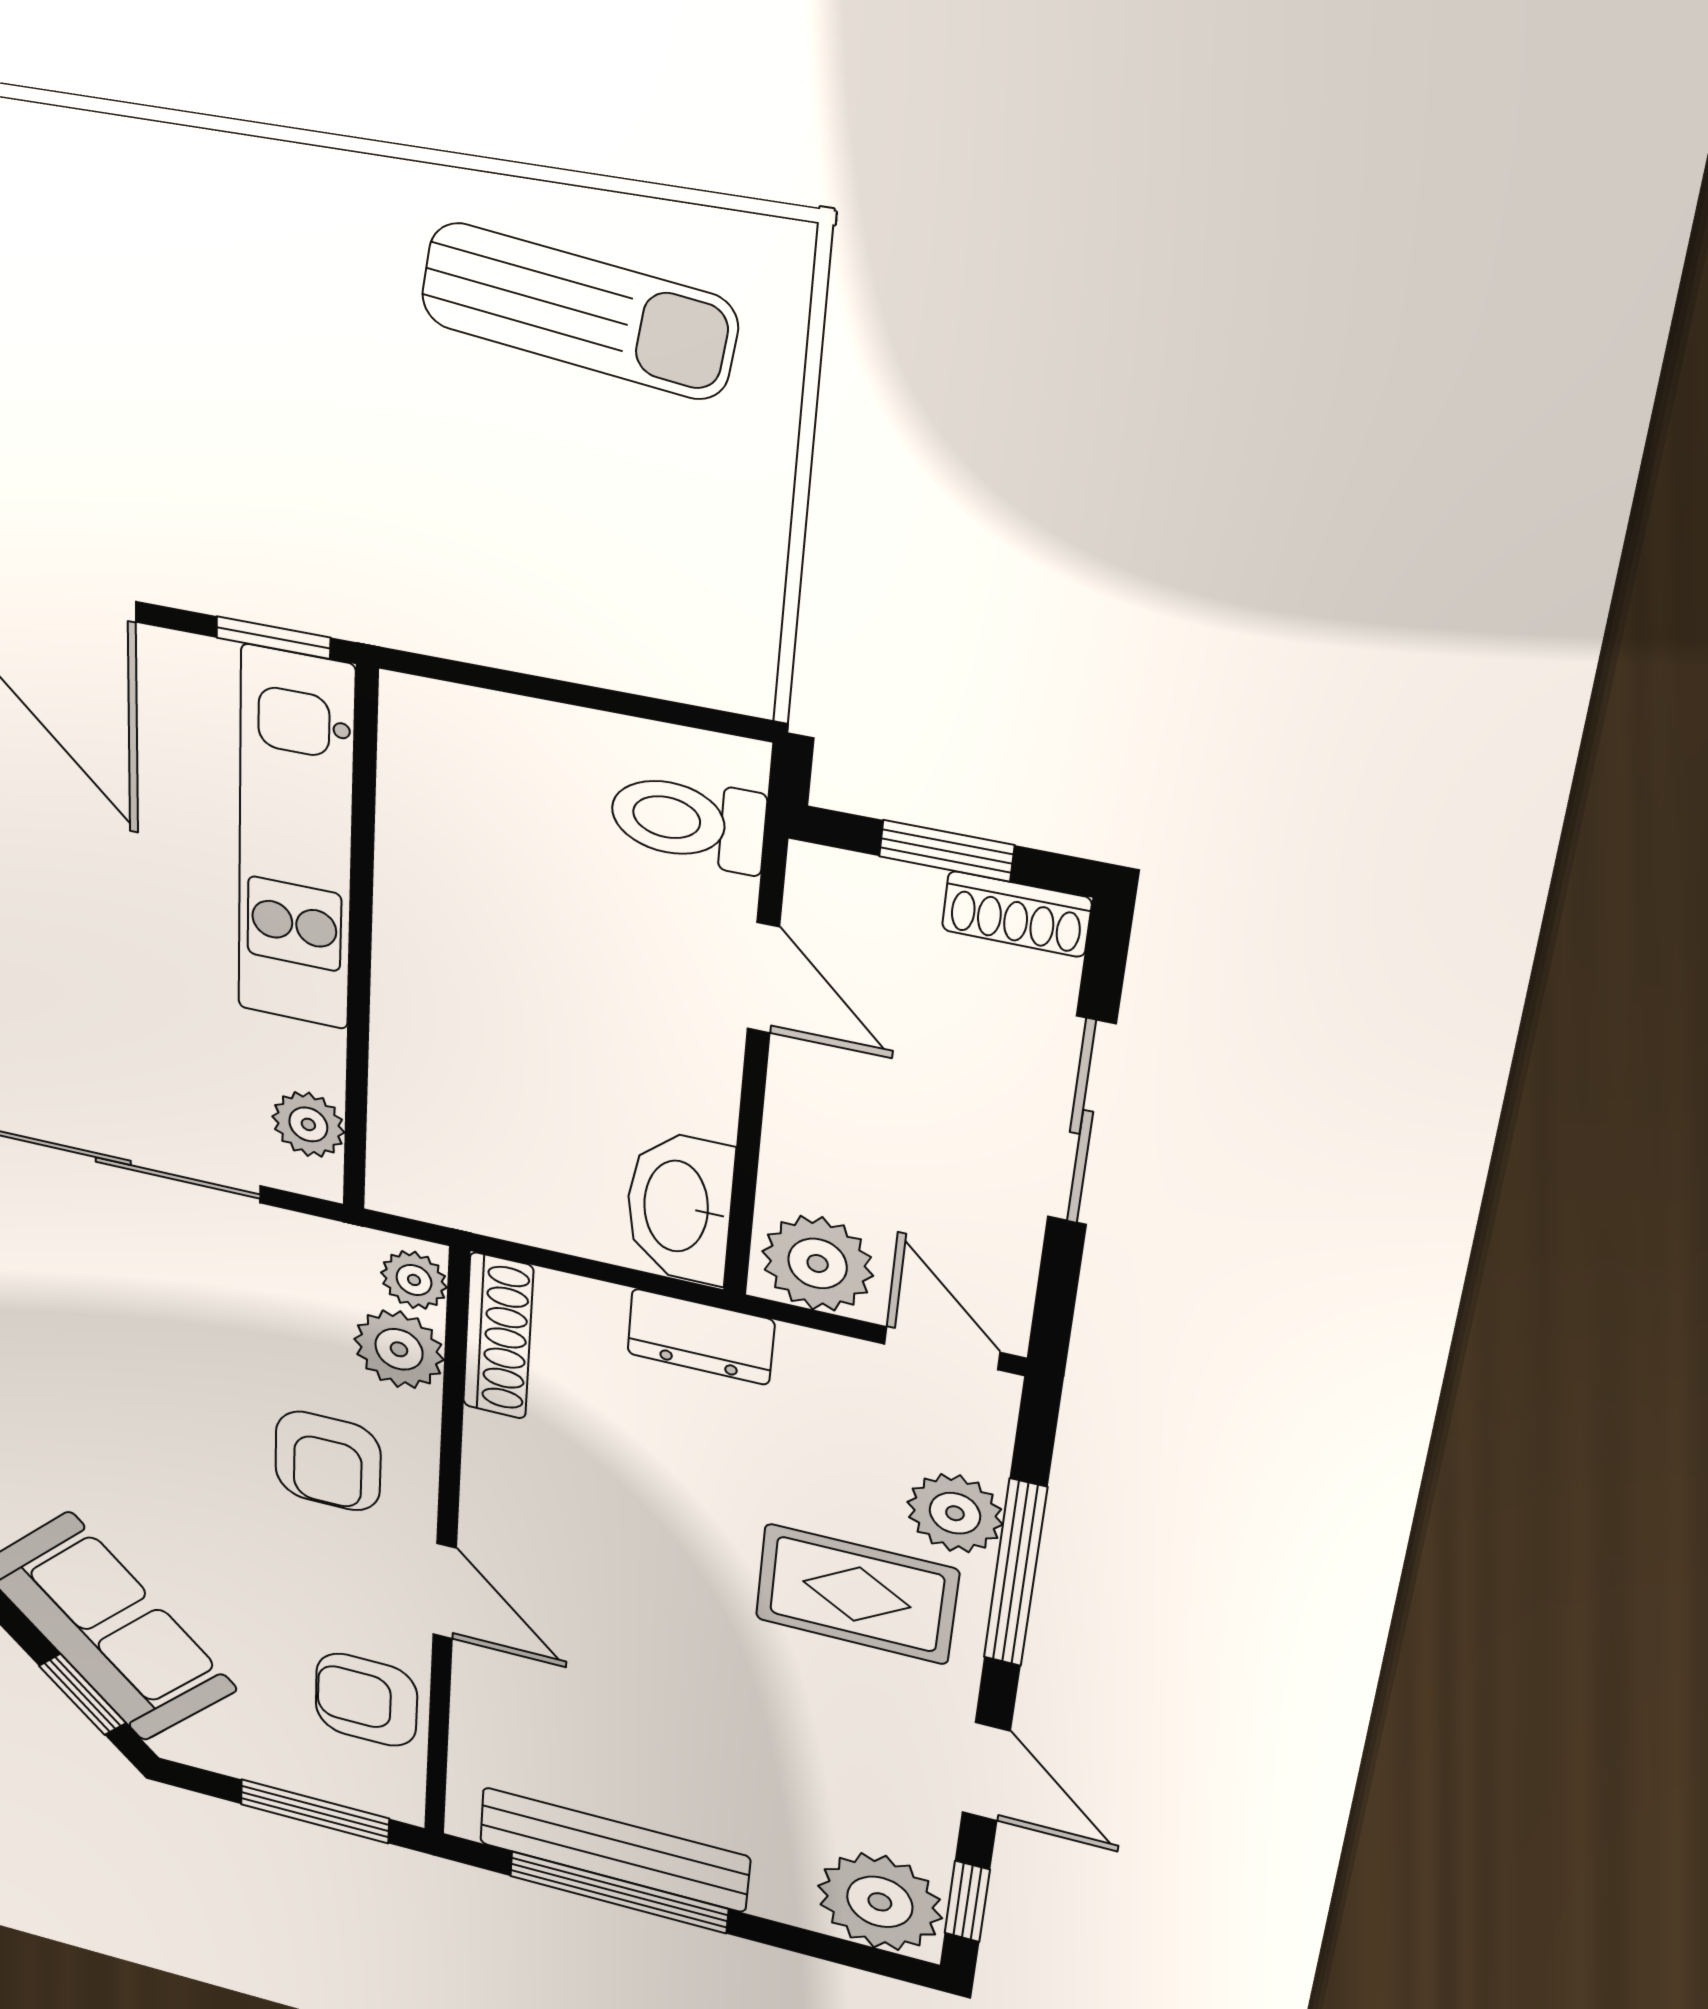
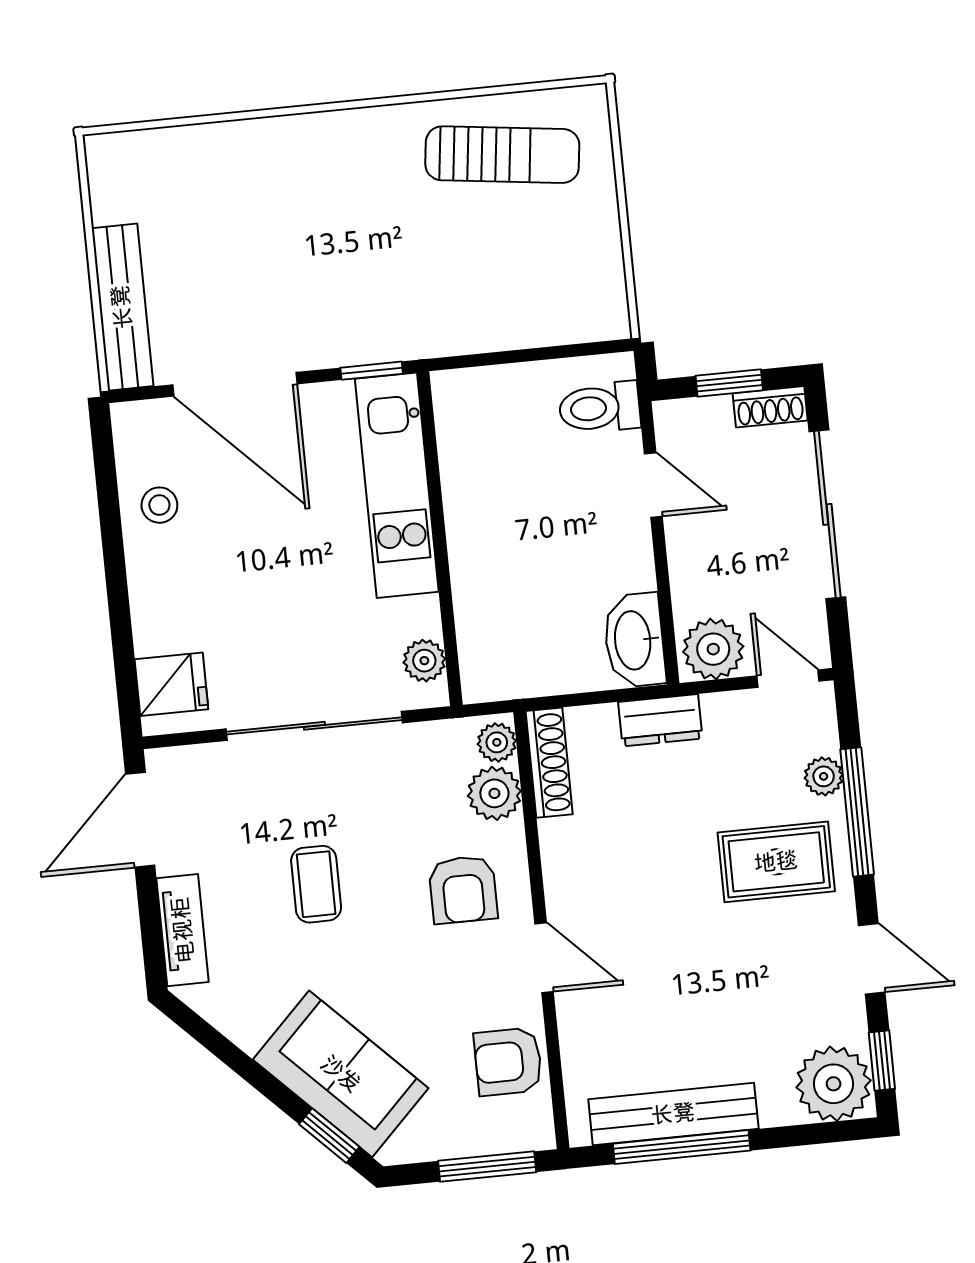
sliding door: (1081, 1122) -> (827, 514), width x1.37
coffee table: (94, 1378) -> (316, 884), added
plant: (955, 1513) -> (824, 776), width x0.73, depth x0.73

